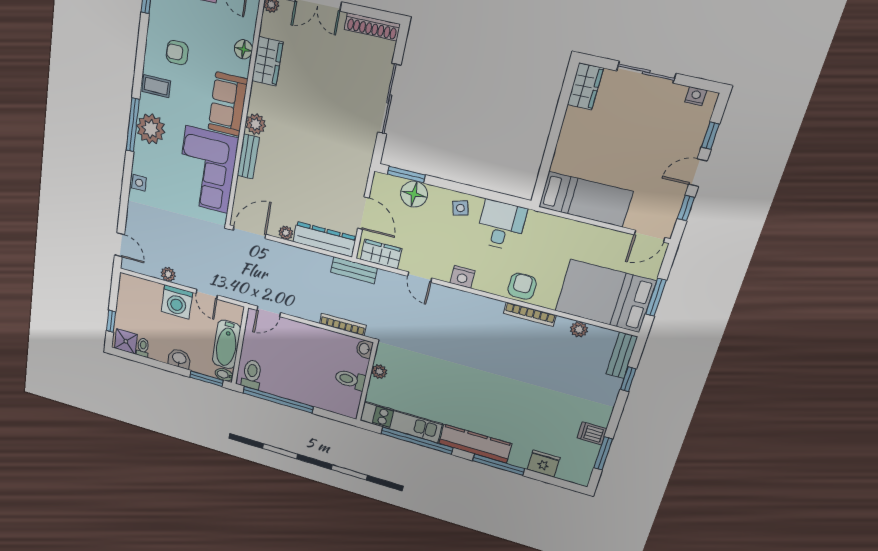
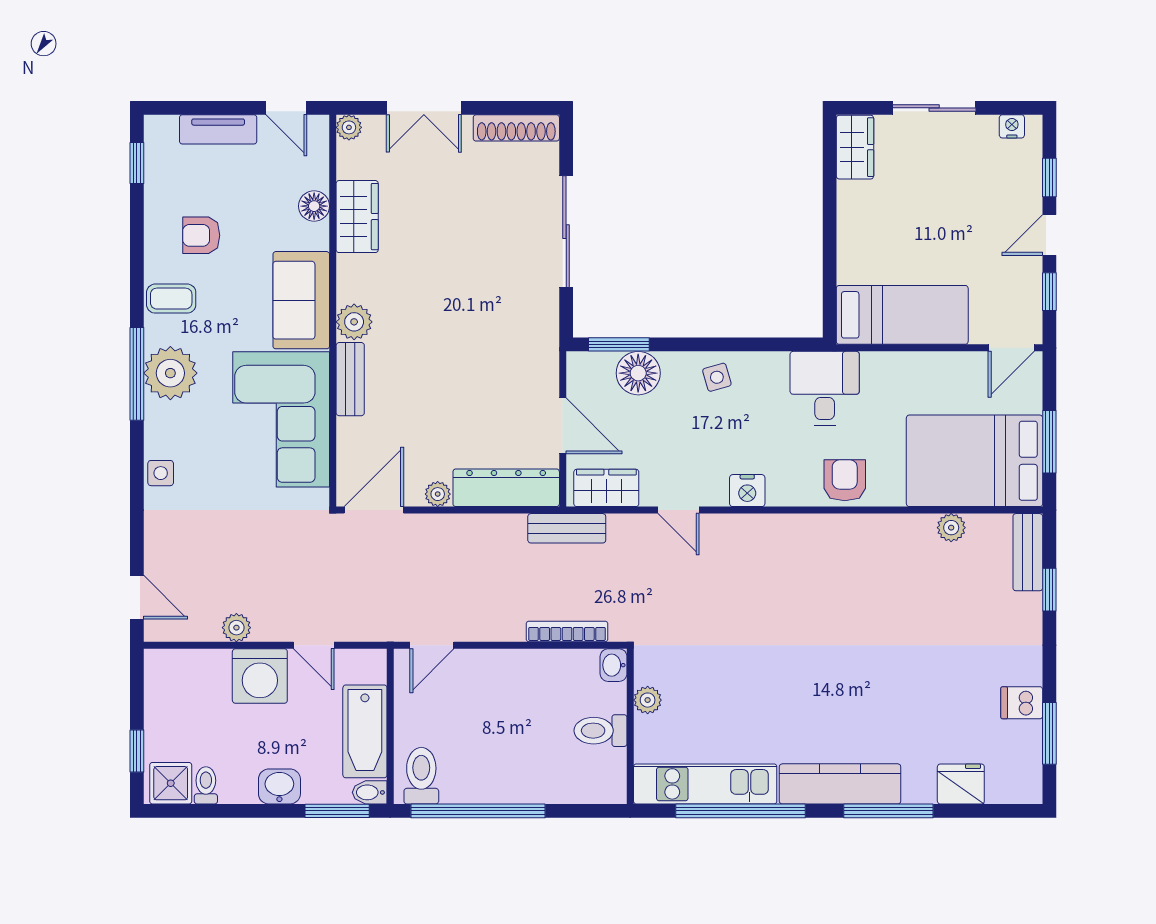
desk: (501, 225) -> (825, 388), moved
bookcase: (530, 314) -> (869, 524), removed

